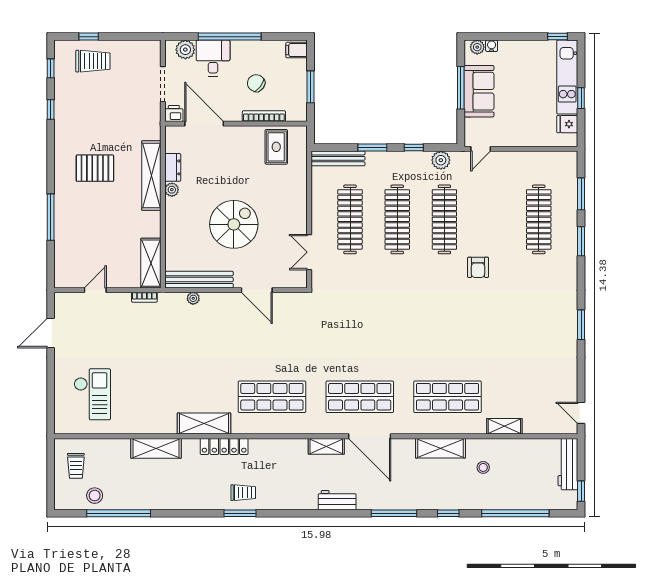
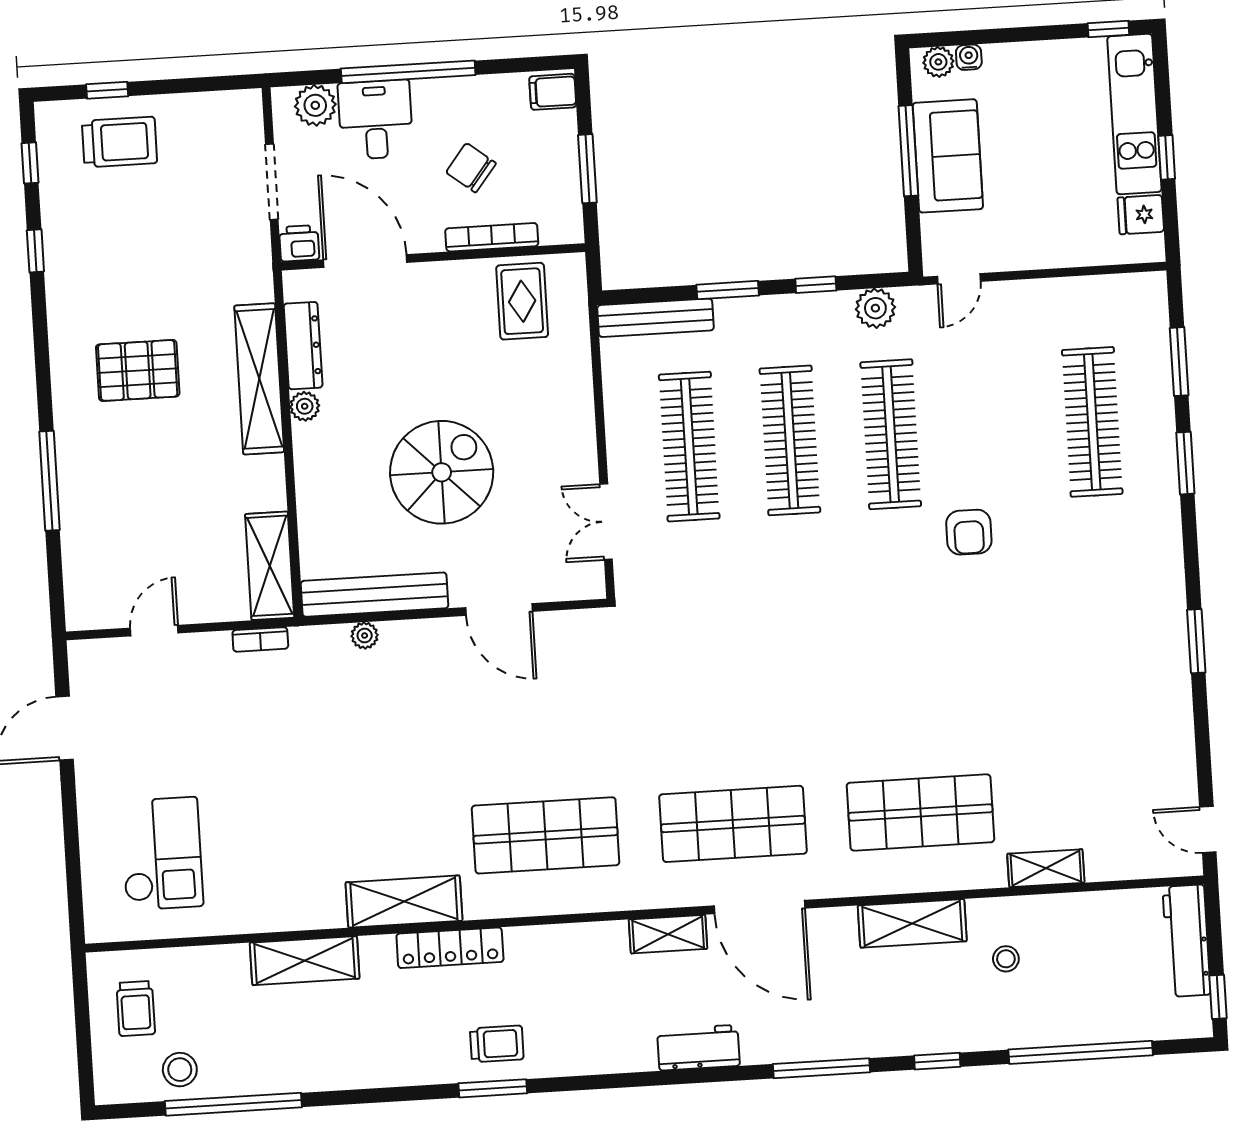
dresser: (173, 167) -> (303, 346), width x1.44

